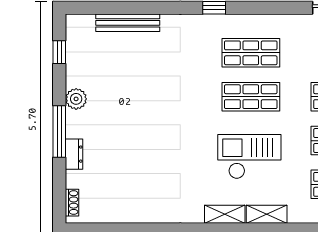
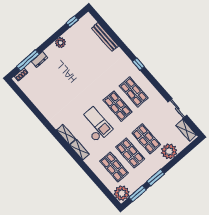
window: (59, 132) -> (28, 60), moved

